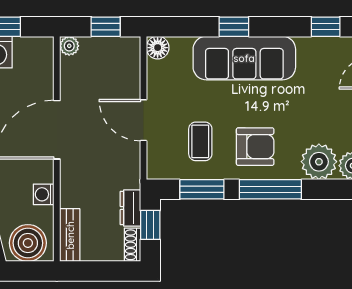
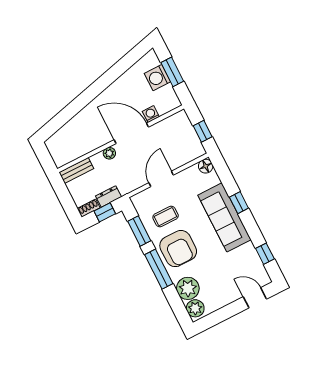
plant: (69, 46) -> (109, 153), moved
armchair: (255, 147) -> (178, 249), width x1.36, depth x1.36
washing machine: (44, 194) -> (151, 114), moved
boiler: (28, 243) -> (60, 149), removed

